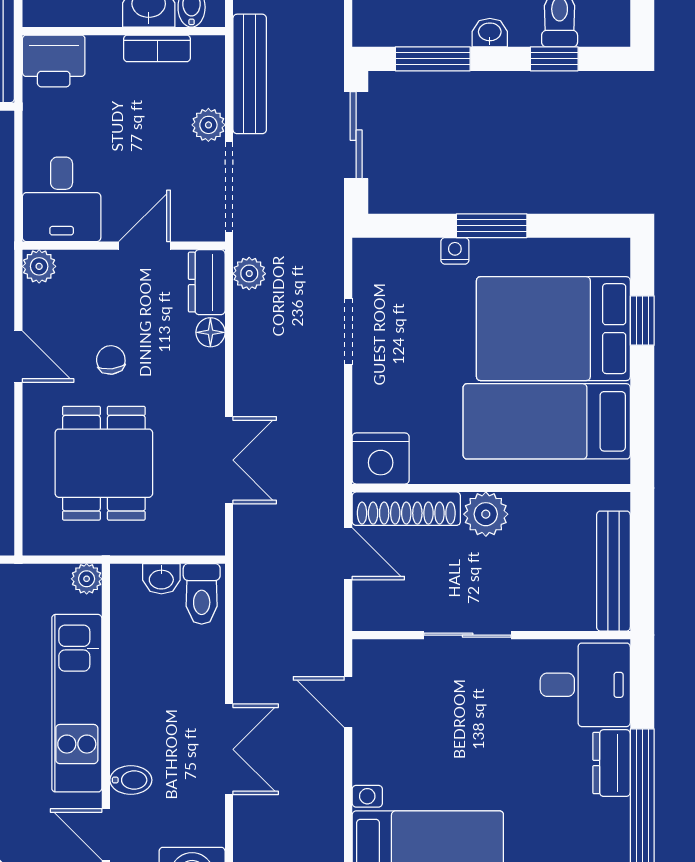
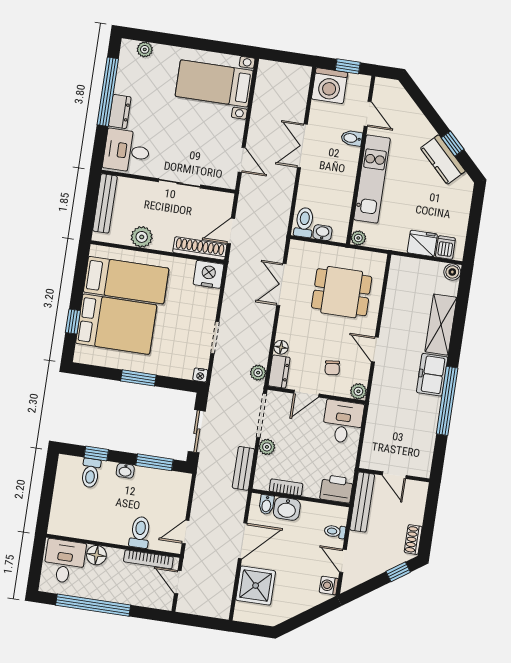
bench: (250, 74) -> (243, 468), width x0.73
nightstand: (455, 251) -> (200, 375), moved
chair: (111, 360) -> (332, 368), moved
dining table: (104, 463) -> (342, 292), turned 90
plant: (486, 514) -> (142, 237), moved
door: (348, 554) -> (231, 231), hinge flipped

